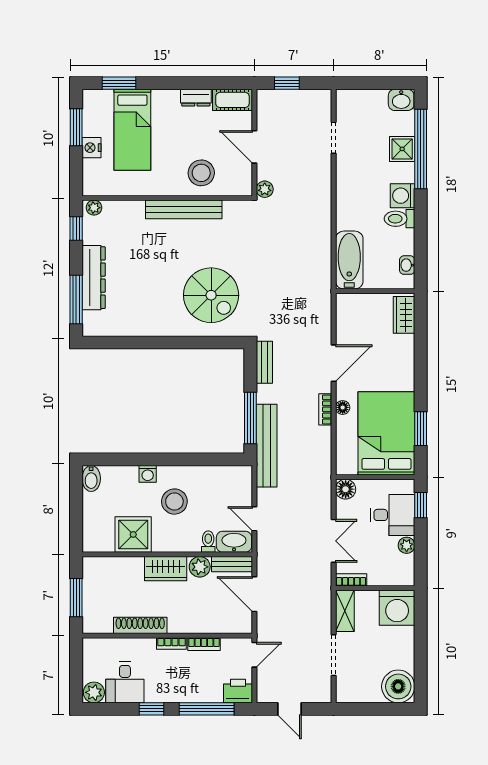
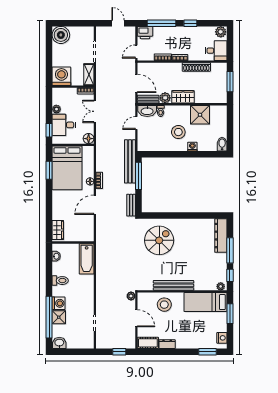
window: (76, 127) -> (230, 314), moved
bed: (132, 130) -> (206, 302), moved, turned -90
nightstand: (92, 148) -> (222, 338), moved
washing machine: (403, 196) -> (59, 303), moved
dresser: (94, 278) -> (221, 236), moved
spiral stairs: (211, 295) -> (159, 240), turned 90
window: (76, 299) -> (230, 250), moved
door: (254, 519) -> (136, 123), swing flipped
desk: (125, 682) -> (216, 51), moved, turned 90

